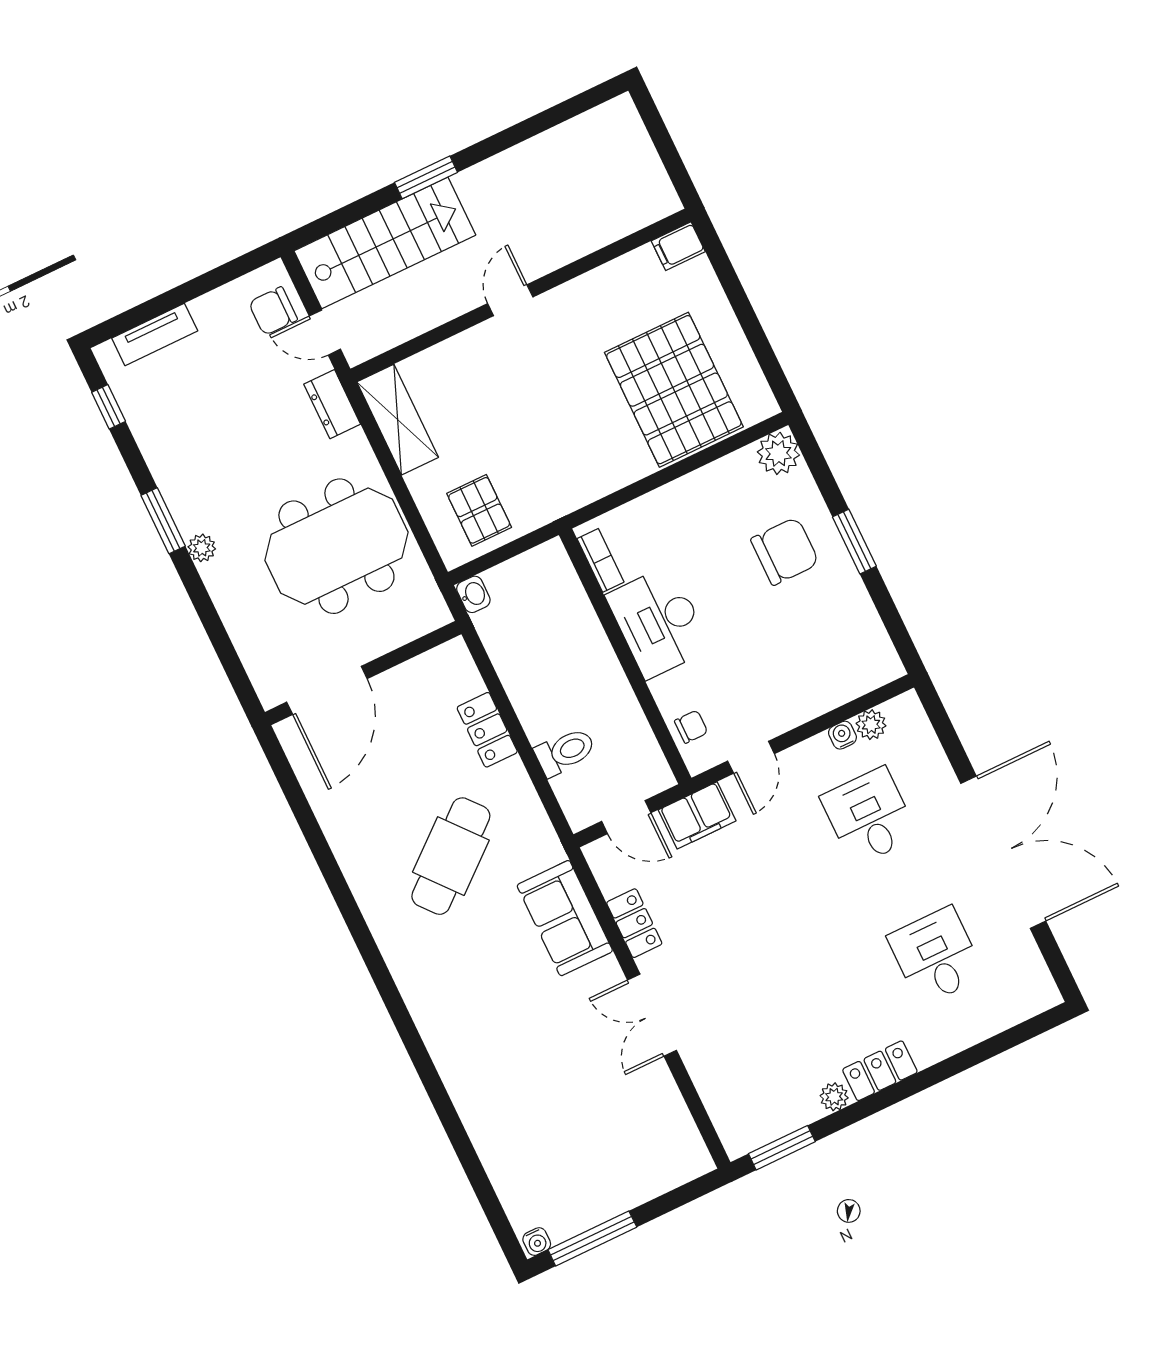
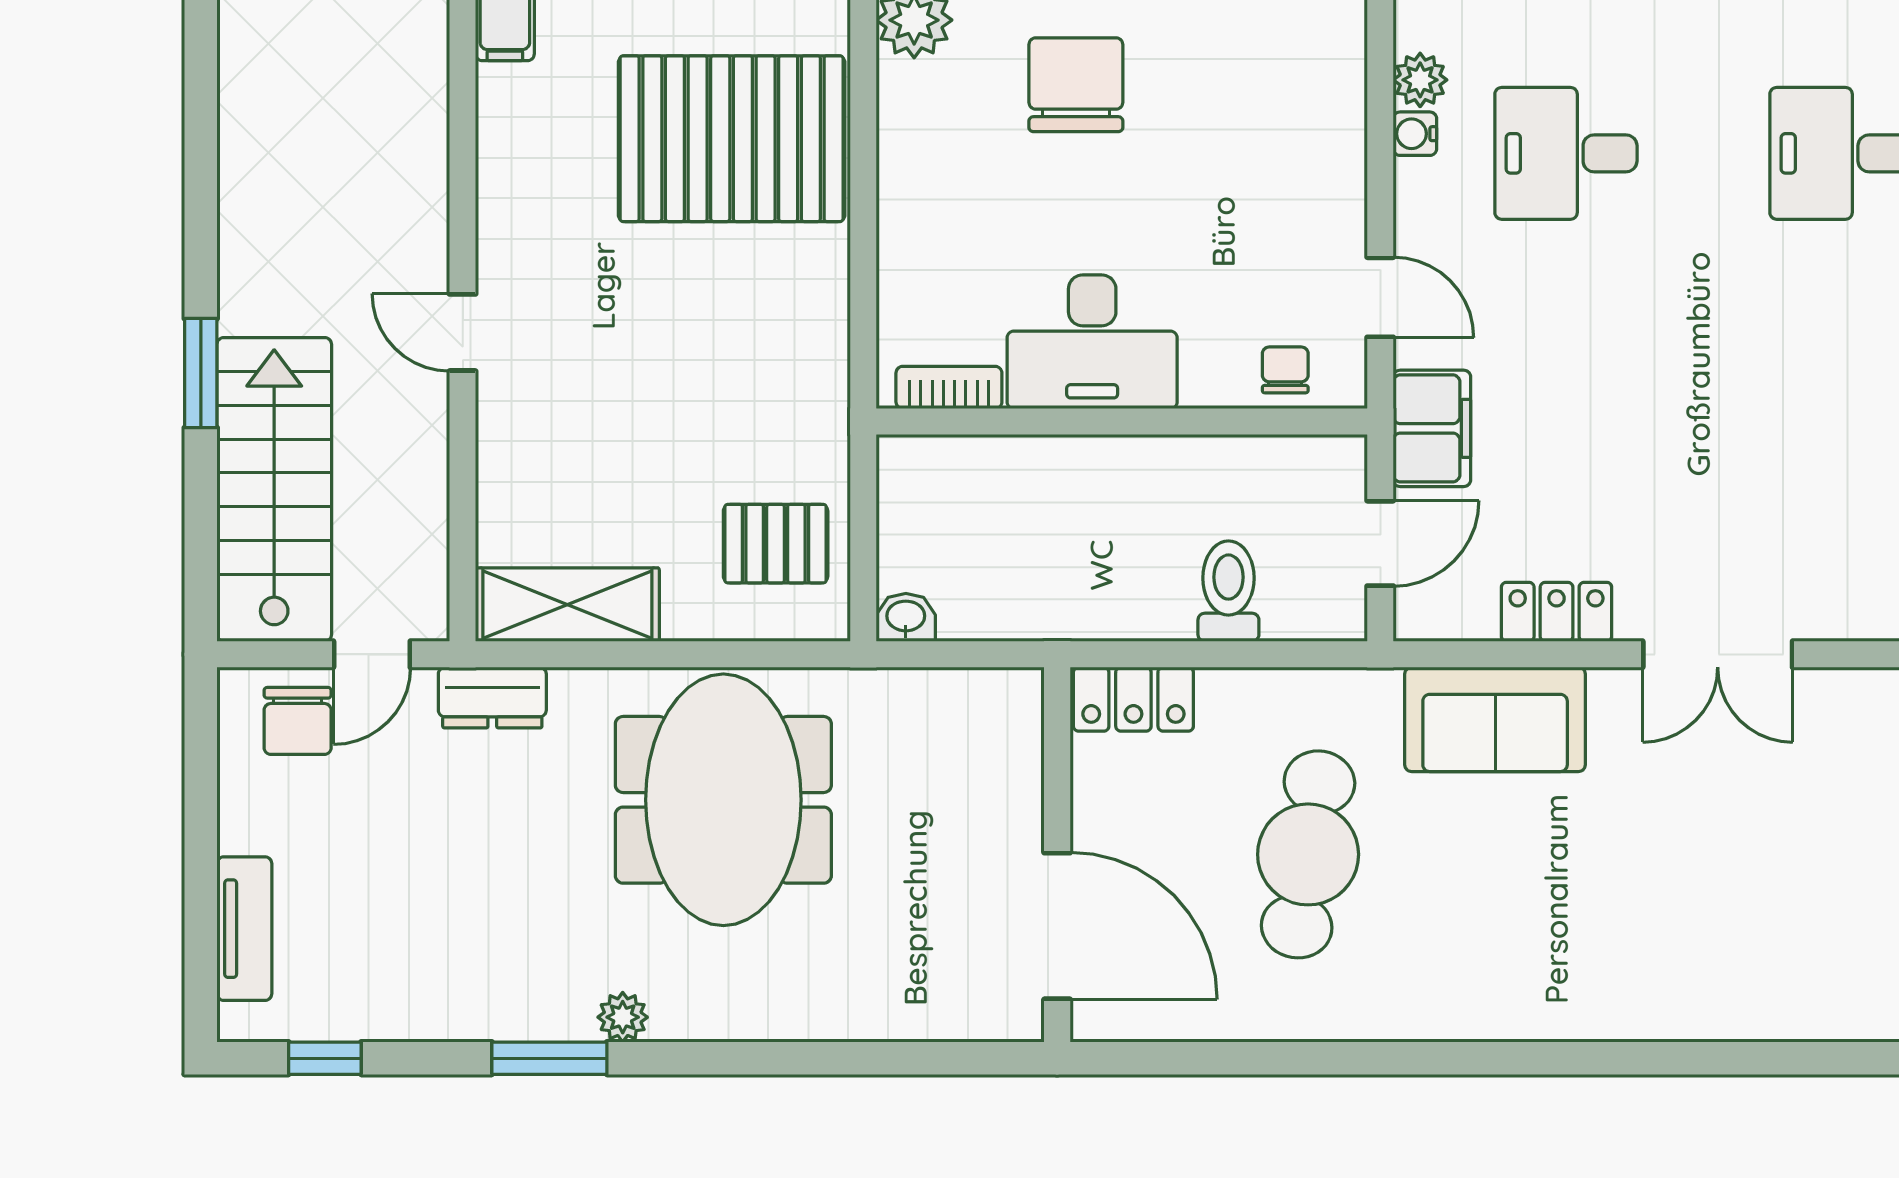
wall: (363, 673) -> (1057, 855), moved
door: (327, 690) -> (1057, 926), moved
cafe table: (451, 856) -> (1308, 854), turned 49

